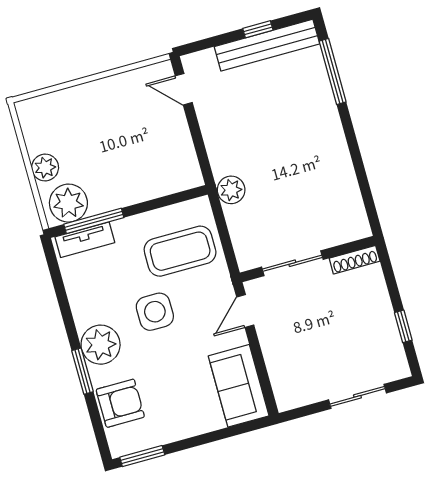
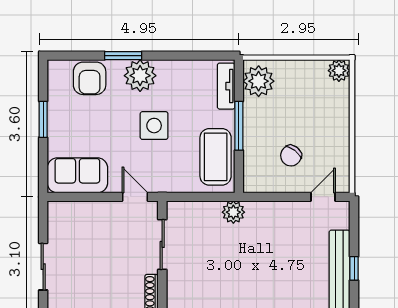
chair: (146, 141) -> (291, 156), added
plant: (45, 167) -> (339, 71), moved
window: (94, 221) -> (239, 126), moved
coffee table: (180, 251) -> (216, 157), moved
window: (142, 456) -> (43, 119), moved

